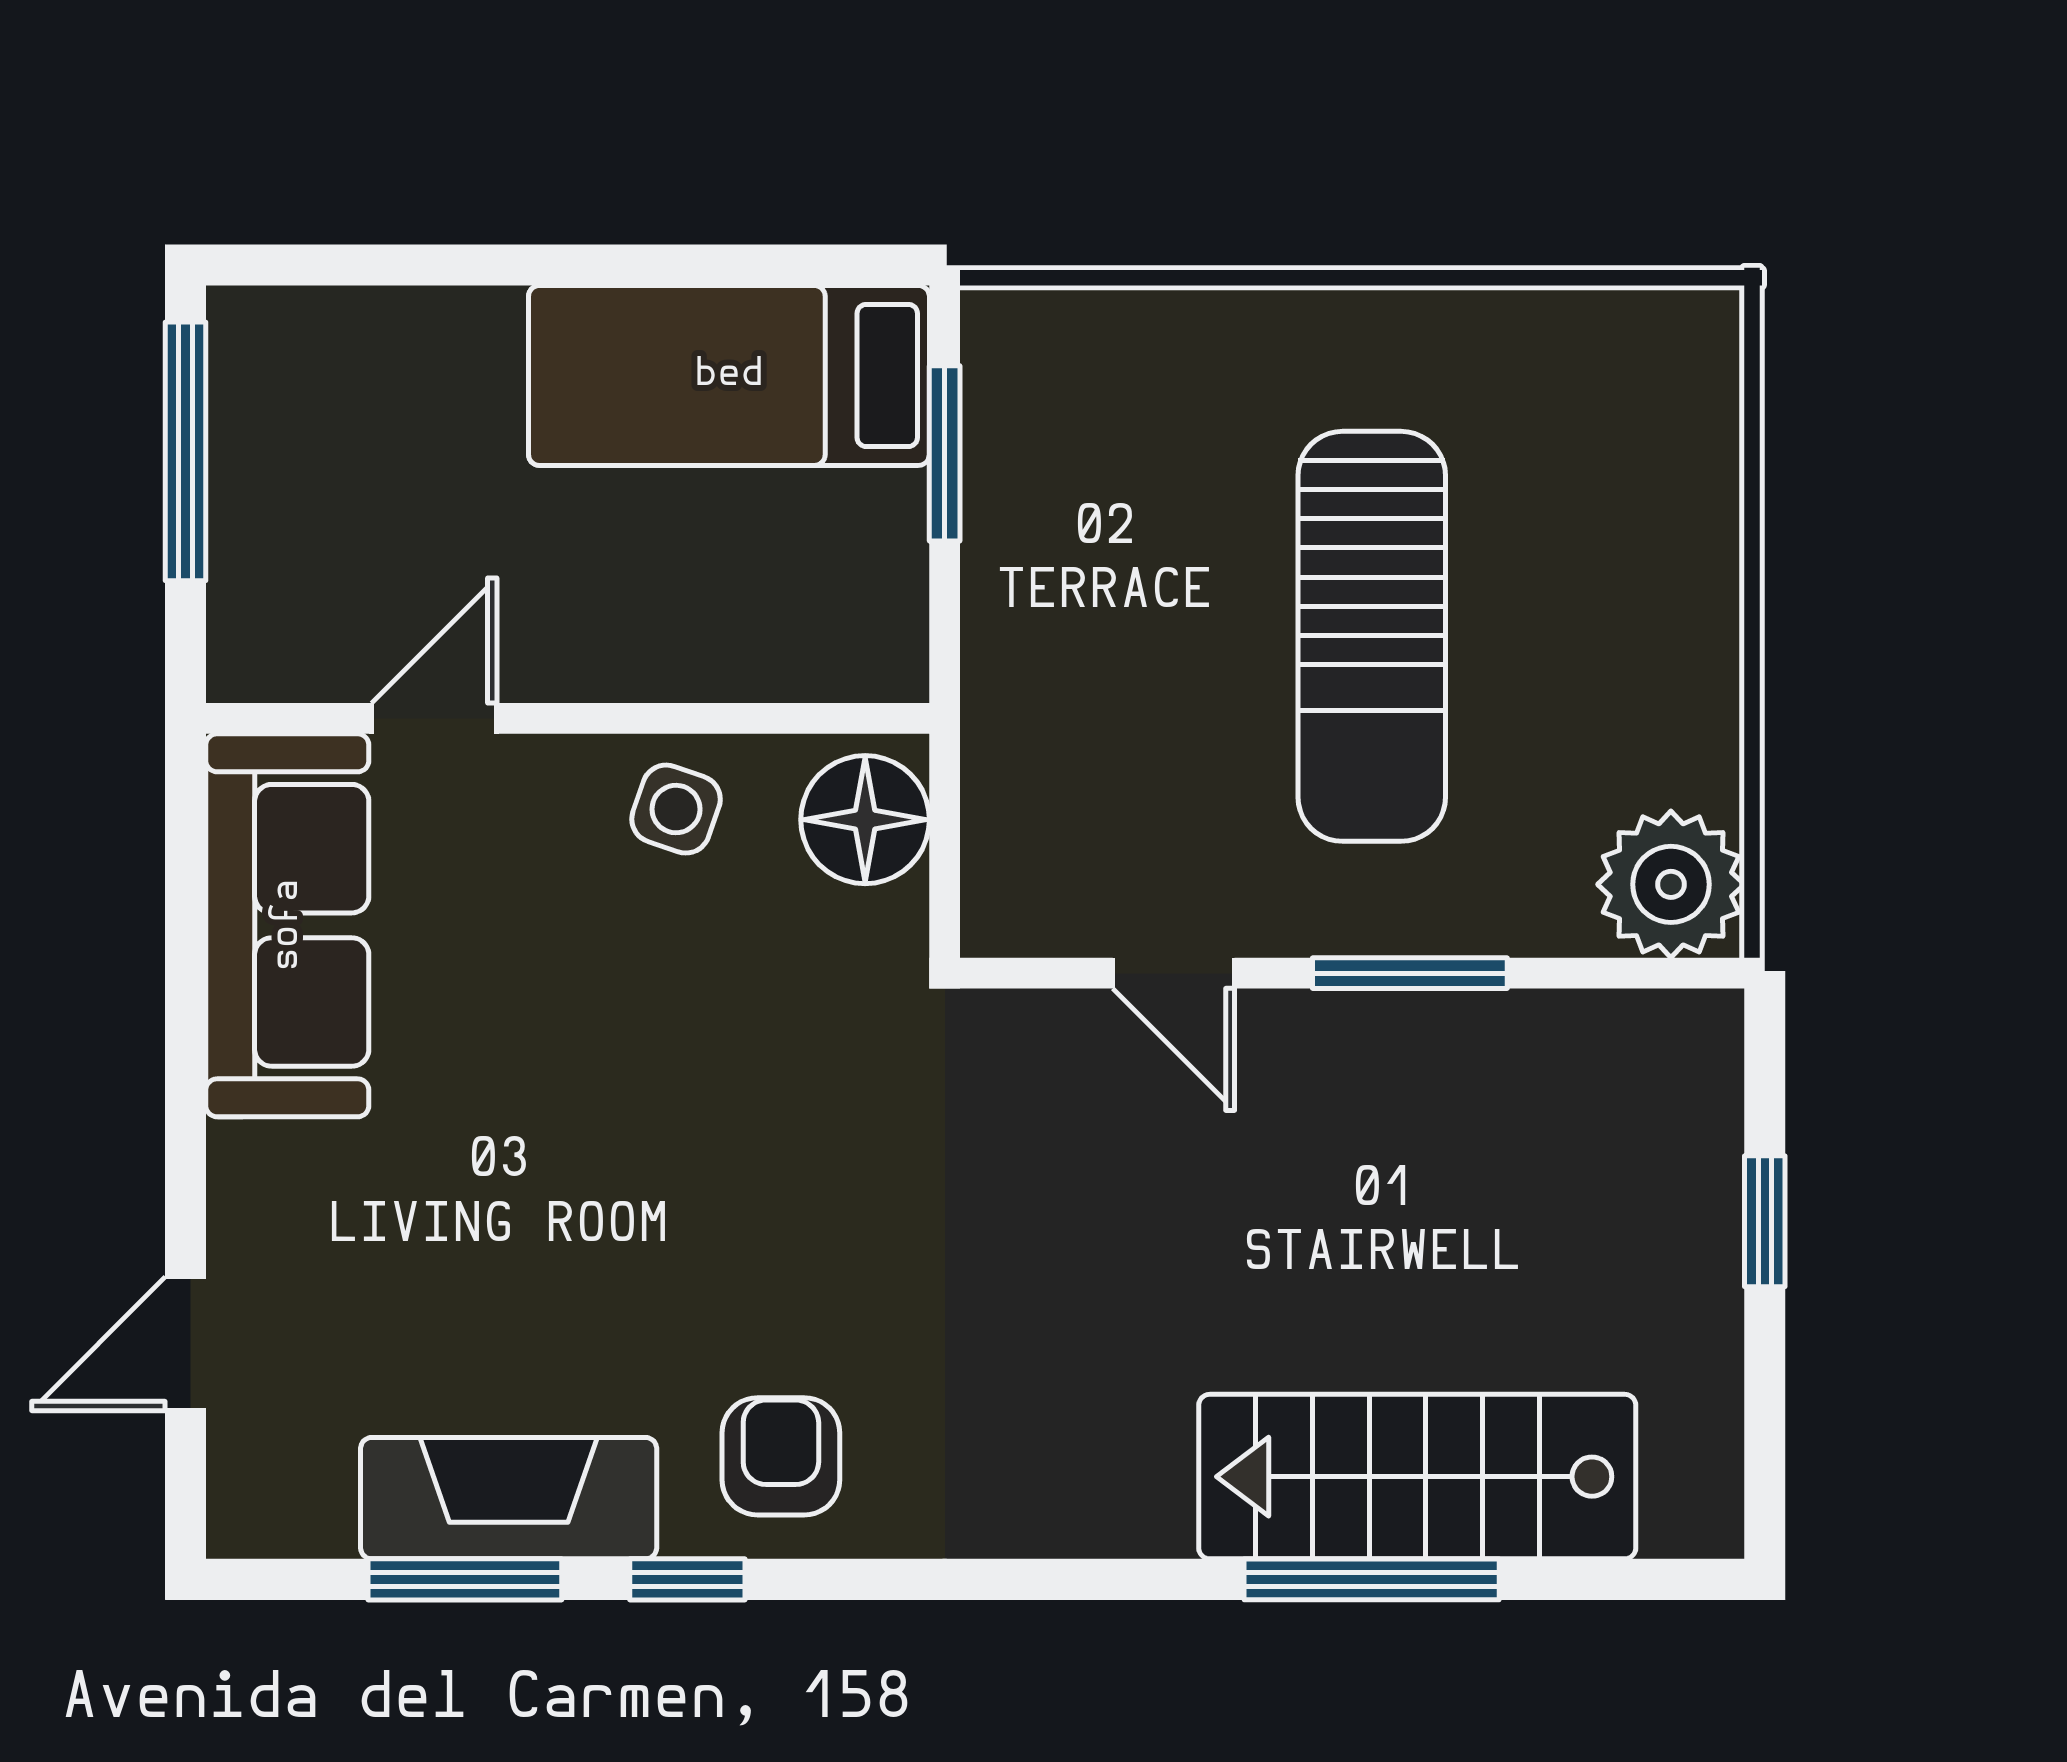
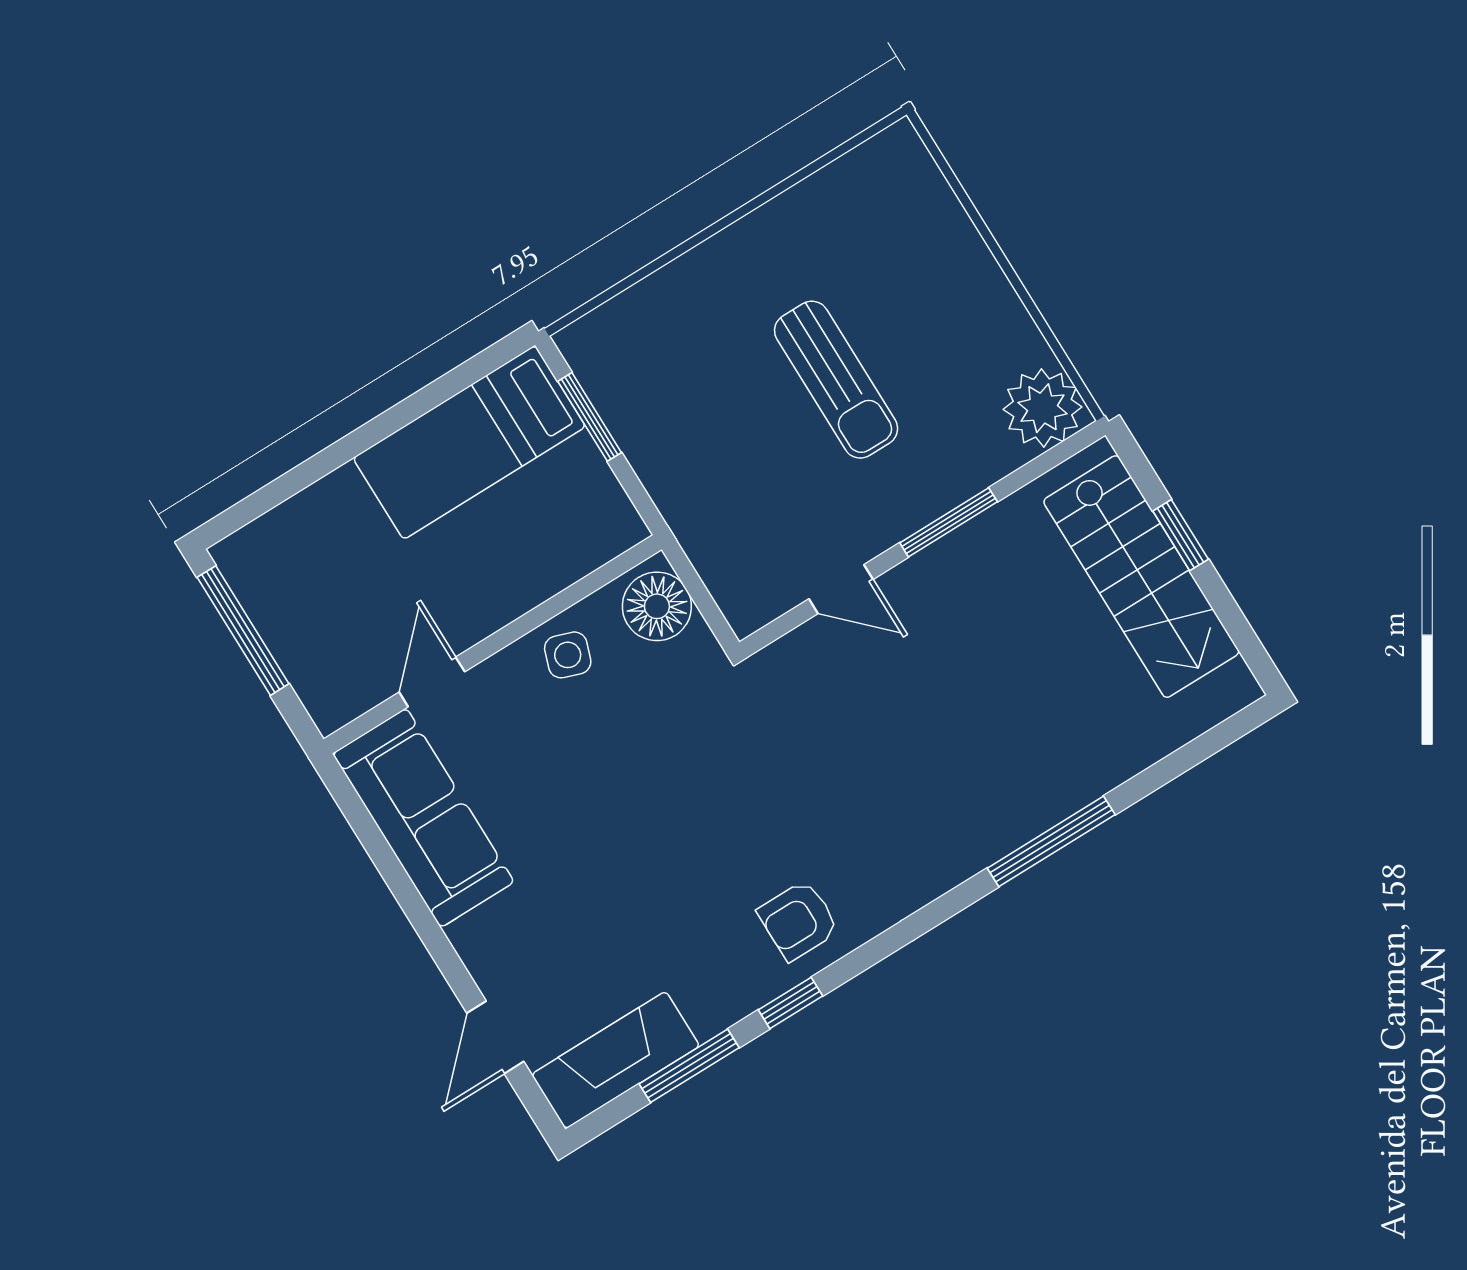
sun lounger: (1372, 636) -> (836, 380), width x0.73, depth x0.75
armchair: (781, 1456) -> (798, 920), turned -90
stairs: (1417, 1477) -> (1141, 577), moved, turned -90
fireplace: (509, 1498) -> (616, 1060), moved
window: (1372, 1579) -> (1051, 841), moved

